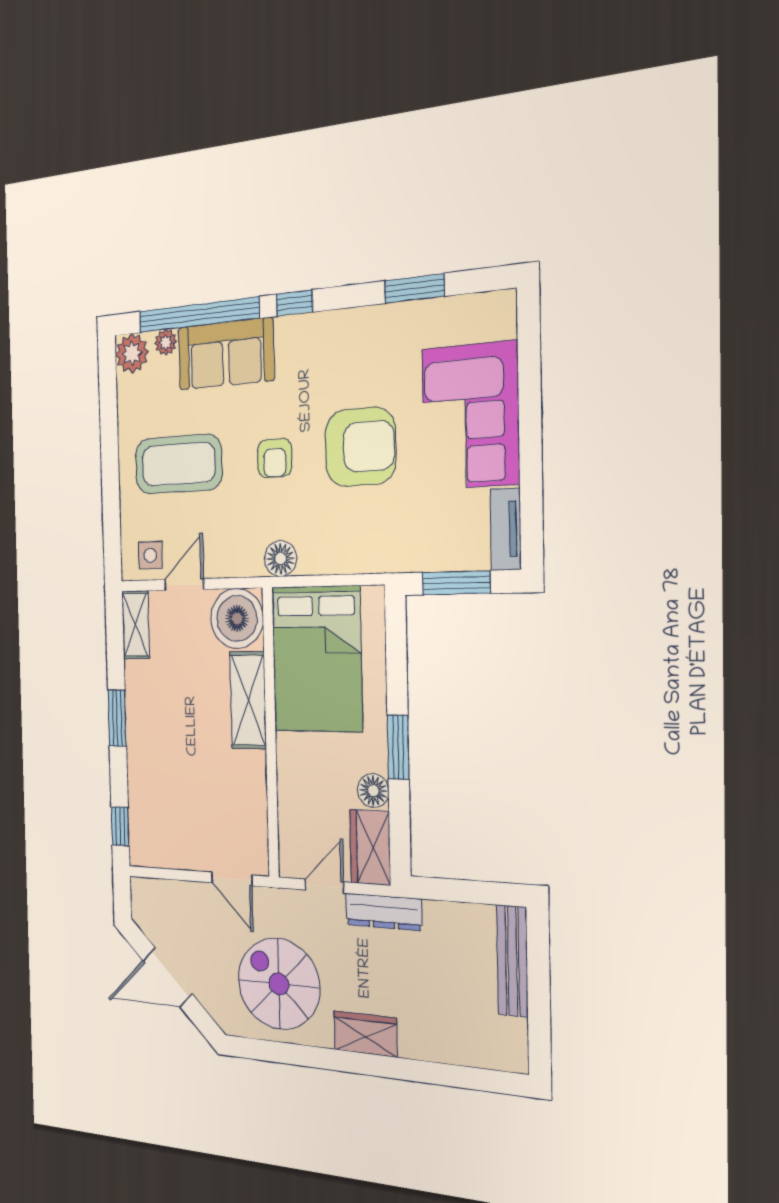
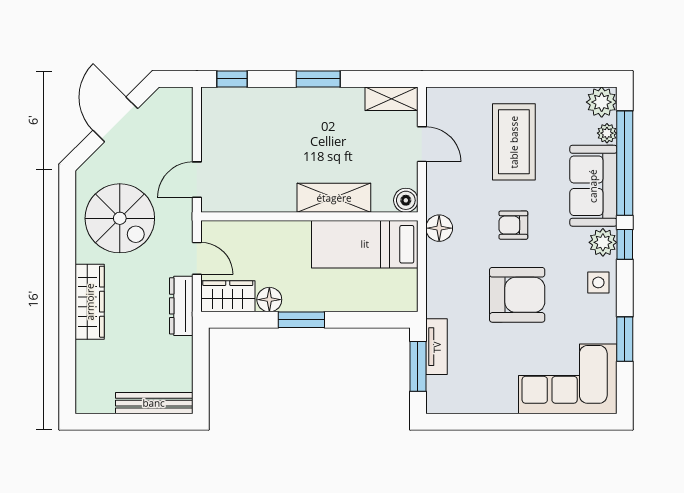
plant: (293, 334) -> (603, 242), added
corner sofa: (470, 416) -> (568, 379), moved
armchair: (360, 447) -> (517, 295), turned -90
tv unit: (506, 529) -> (437, 347), moved, turned 90
side table: (150, 555) -> (598, 282), moved
boiler: (237, 618) -> (406, 200), width x0.54, depth x0.54
bed: (317, 659) -> (365, 244), width x0.67
spiral stairs: (279, 984) -> (120, 218), turned 90
wardrobe: (365, 1034) -> (90, 302), width x1.50

